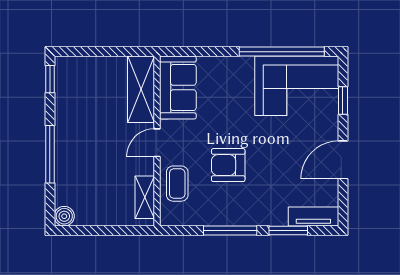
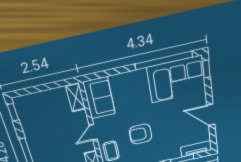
shelving: (141, 89) -> (76, 97), width x0.67, depth x0.75
window: (343, 101) -> (206, 69), moved
door: (343, 160) -> (211, 115), hinge flipped

